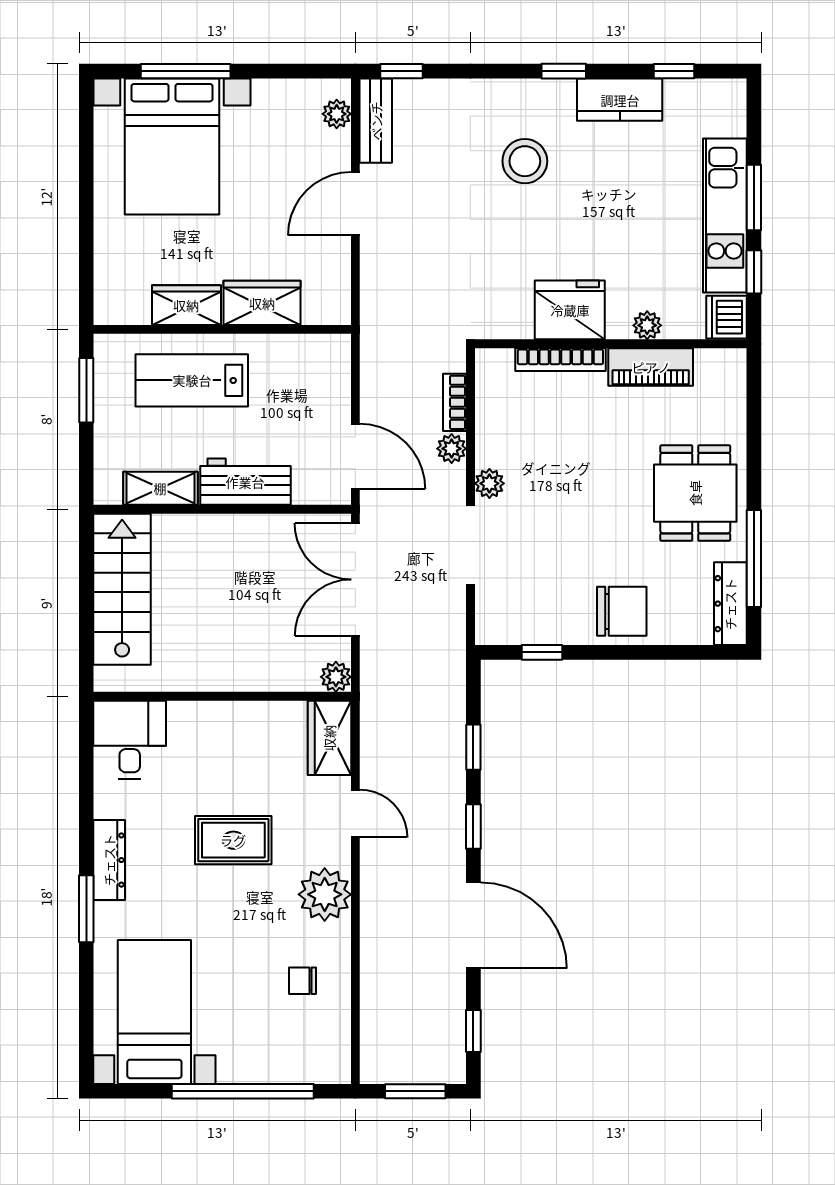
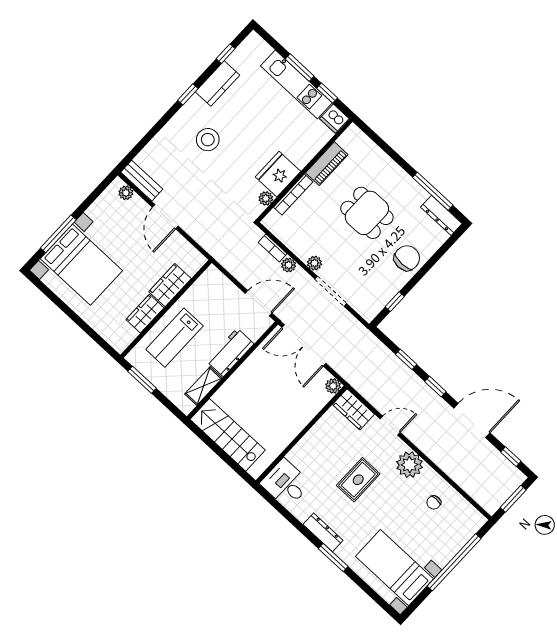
window: (401, 71) -> (132, 154), removed
plant: (647, 325) -> (266, 198), moved
dining table: (695, 493) -> (367, 213), moved

